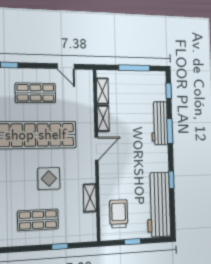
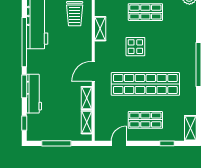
door: (66, 66) -> (119, 143), hinge flipped
window: (171, 180) -> (24, 42), width x3.17

